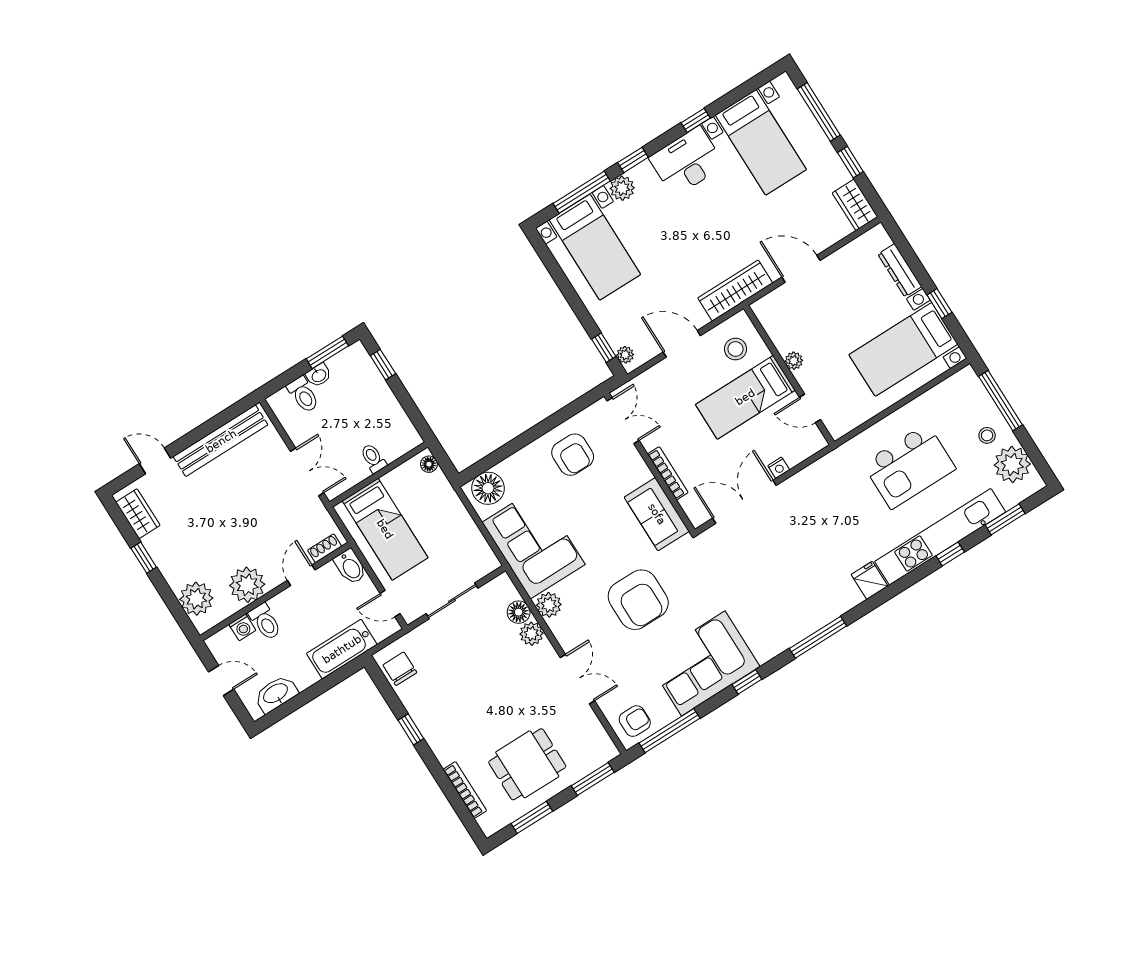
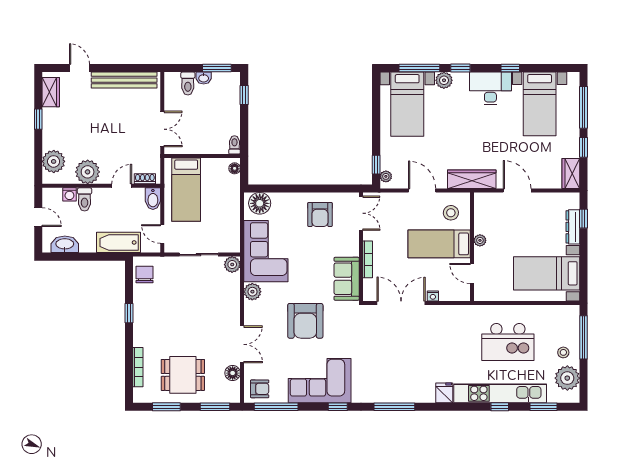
window: (939, 304) -> (584, 219), moved
toilet: (373, 458) -> (234, 145), moved
floor lamp: (519, 612) -> (233, 373), moved
plant: (531, 634) -> (232, 265), moved

